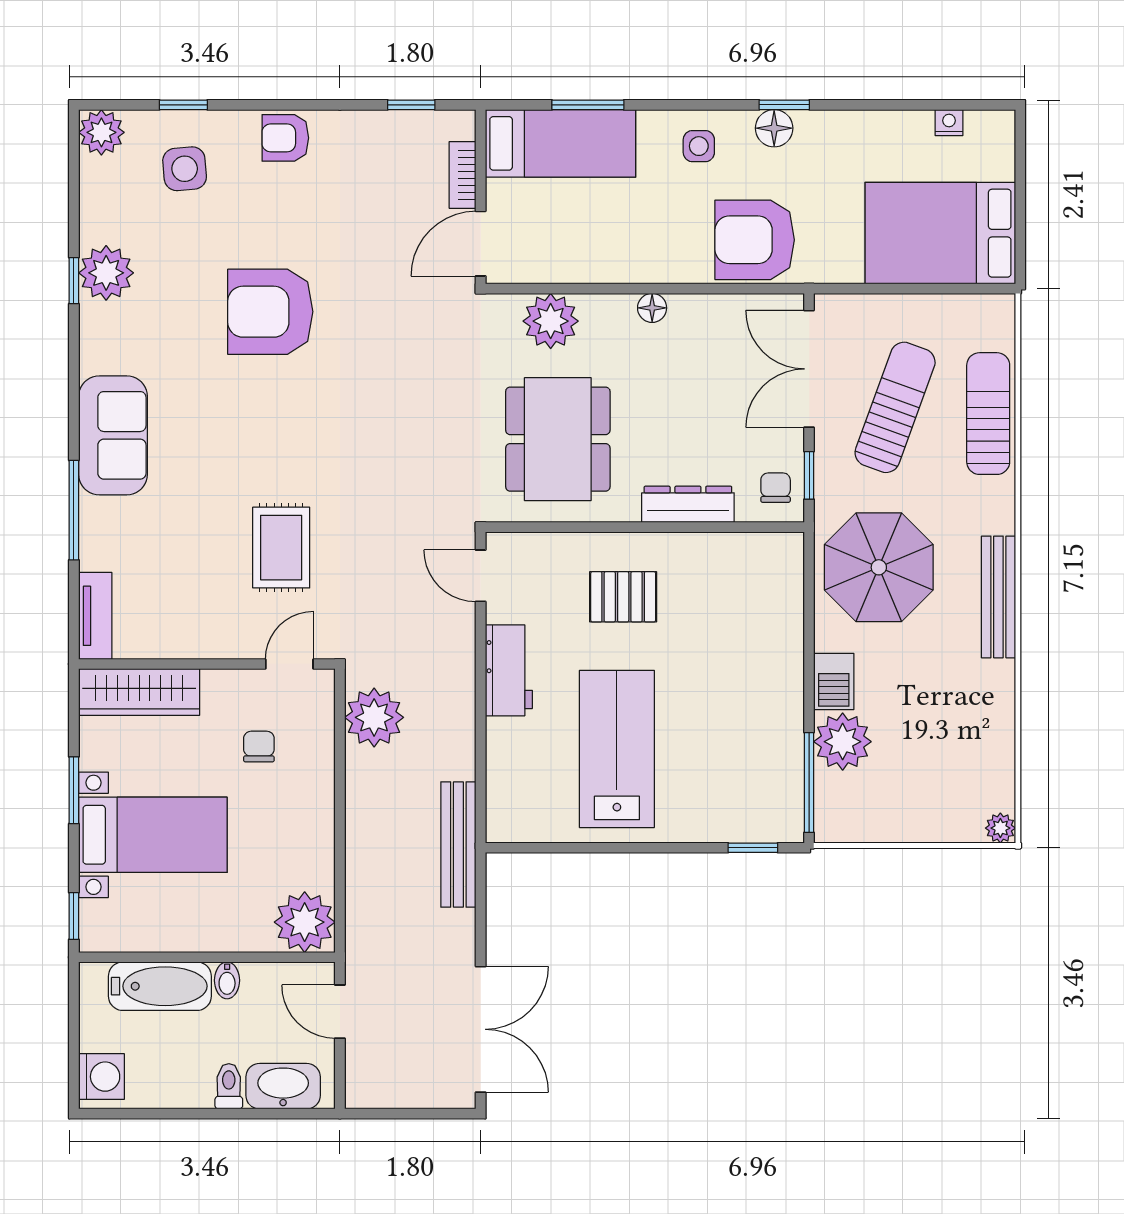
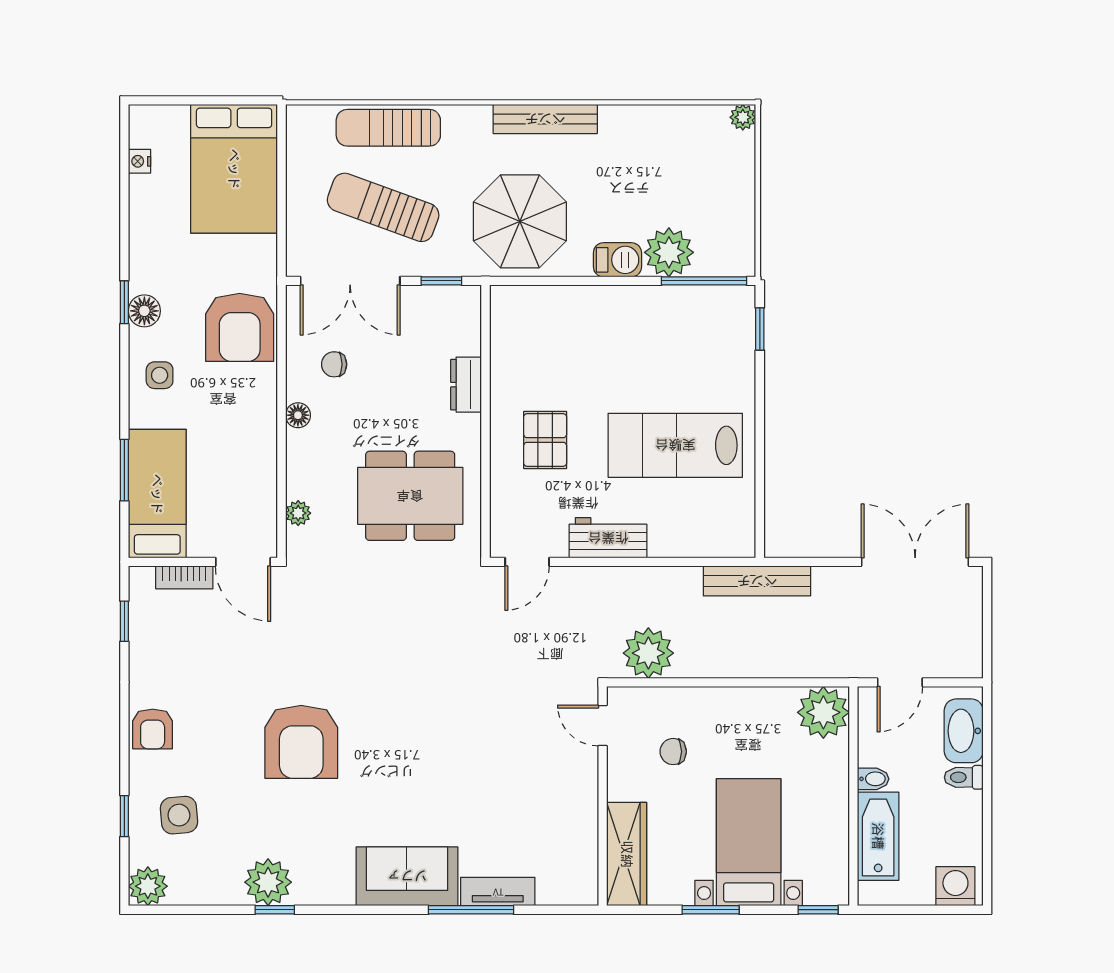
plant: (551, 321) -> (298, 513), width x0.53, depth x0.53
chair: (776, 488) -> (334, 364), moved
dresser: (688, 504) -> (466, 385), width x0.70
rug: (281, 548) -> (503, 732), removed
tv unit: (95, 616) -> (498, 892), moved

